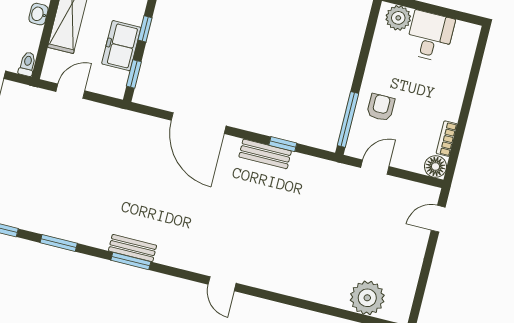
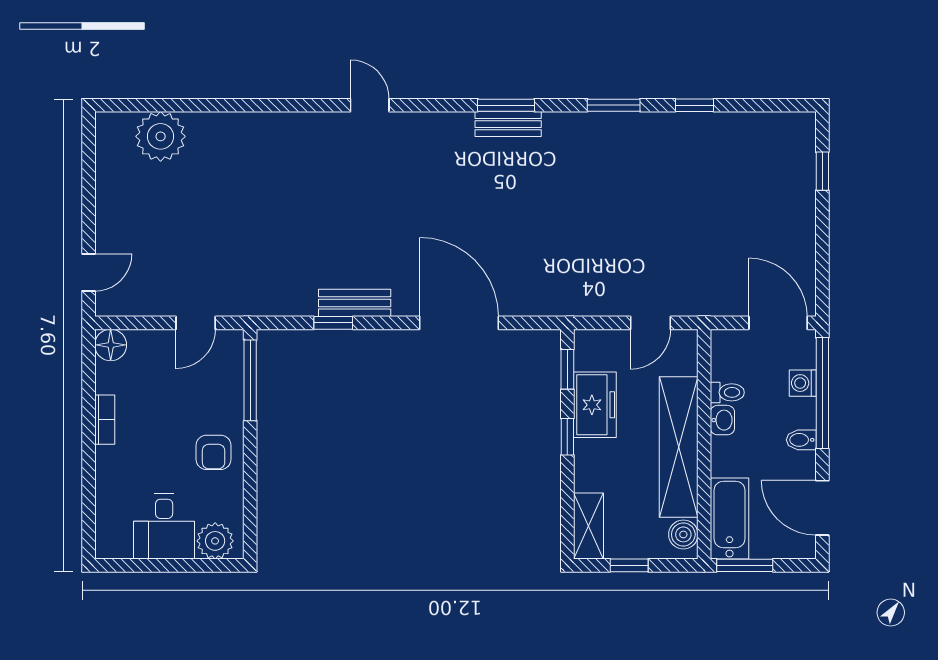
toilet: (27, 64) -> (727, 392), moved, turned -90
armchair: (381, 107) -> (214, 452), moved
bookcase: (447, 139) -> (105, 420), moved

